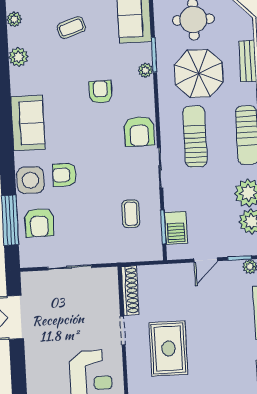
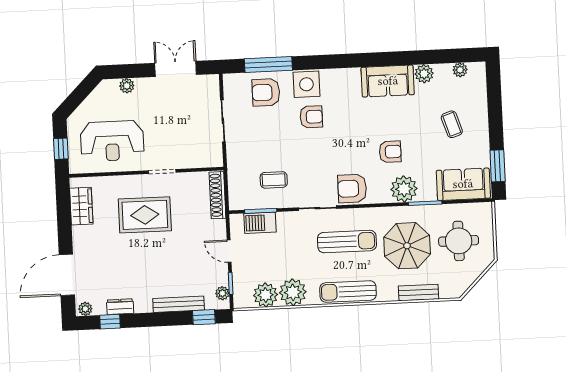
plant: (145, 70) -> (404, 189), width x1.88, depth x1.88
sofa: (28, 123) -> (388, 81), moved
armchair: (64, 175) -> (311, 117), turned 90
shoe rack: (130, 290) -> (217, 195), moved, turned 90
plant: (33, 368) -> (127, 86), added

